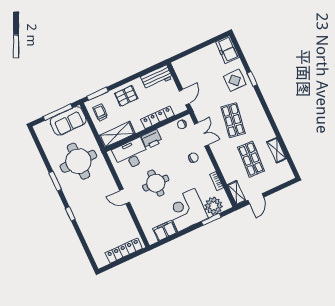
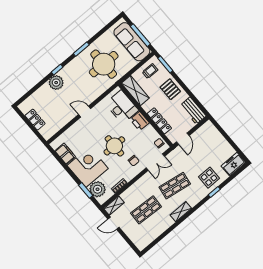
door: (184, 97) -> (183, 139), hinge flipped
sofa: (68, 121) -> (132, 42), width x1.36
shelving: (277, 150) -> (181, 212), moved
round table: (156, 183) -> (114, 146), moved
door: (125, 196) -> (85, 112), hinge flipped
plant: (84, 219) -> (56, 83), added
locker: (124, 251) -> (35, 120), width x0.66

